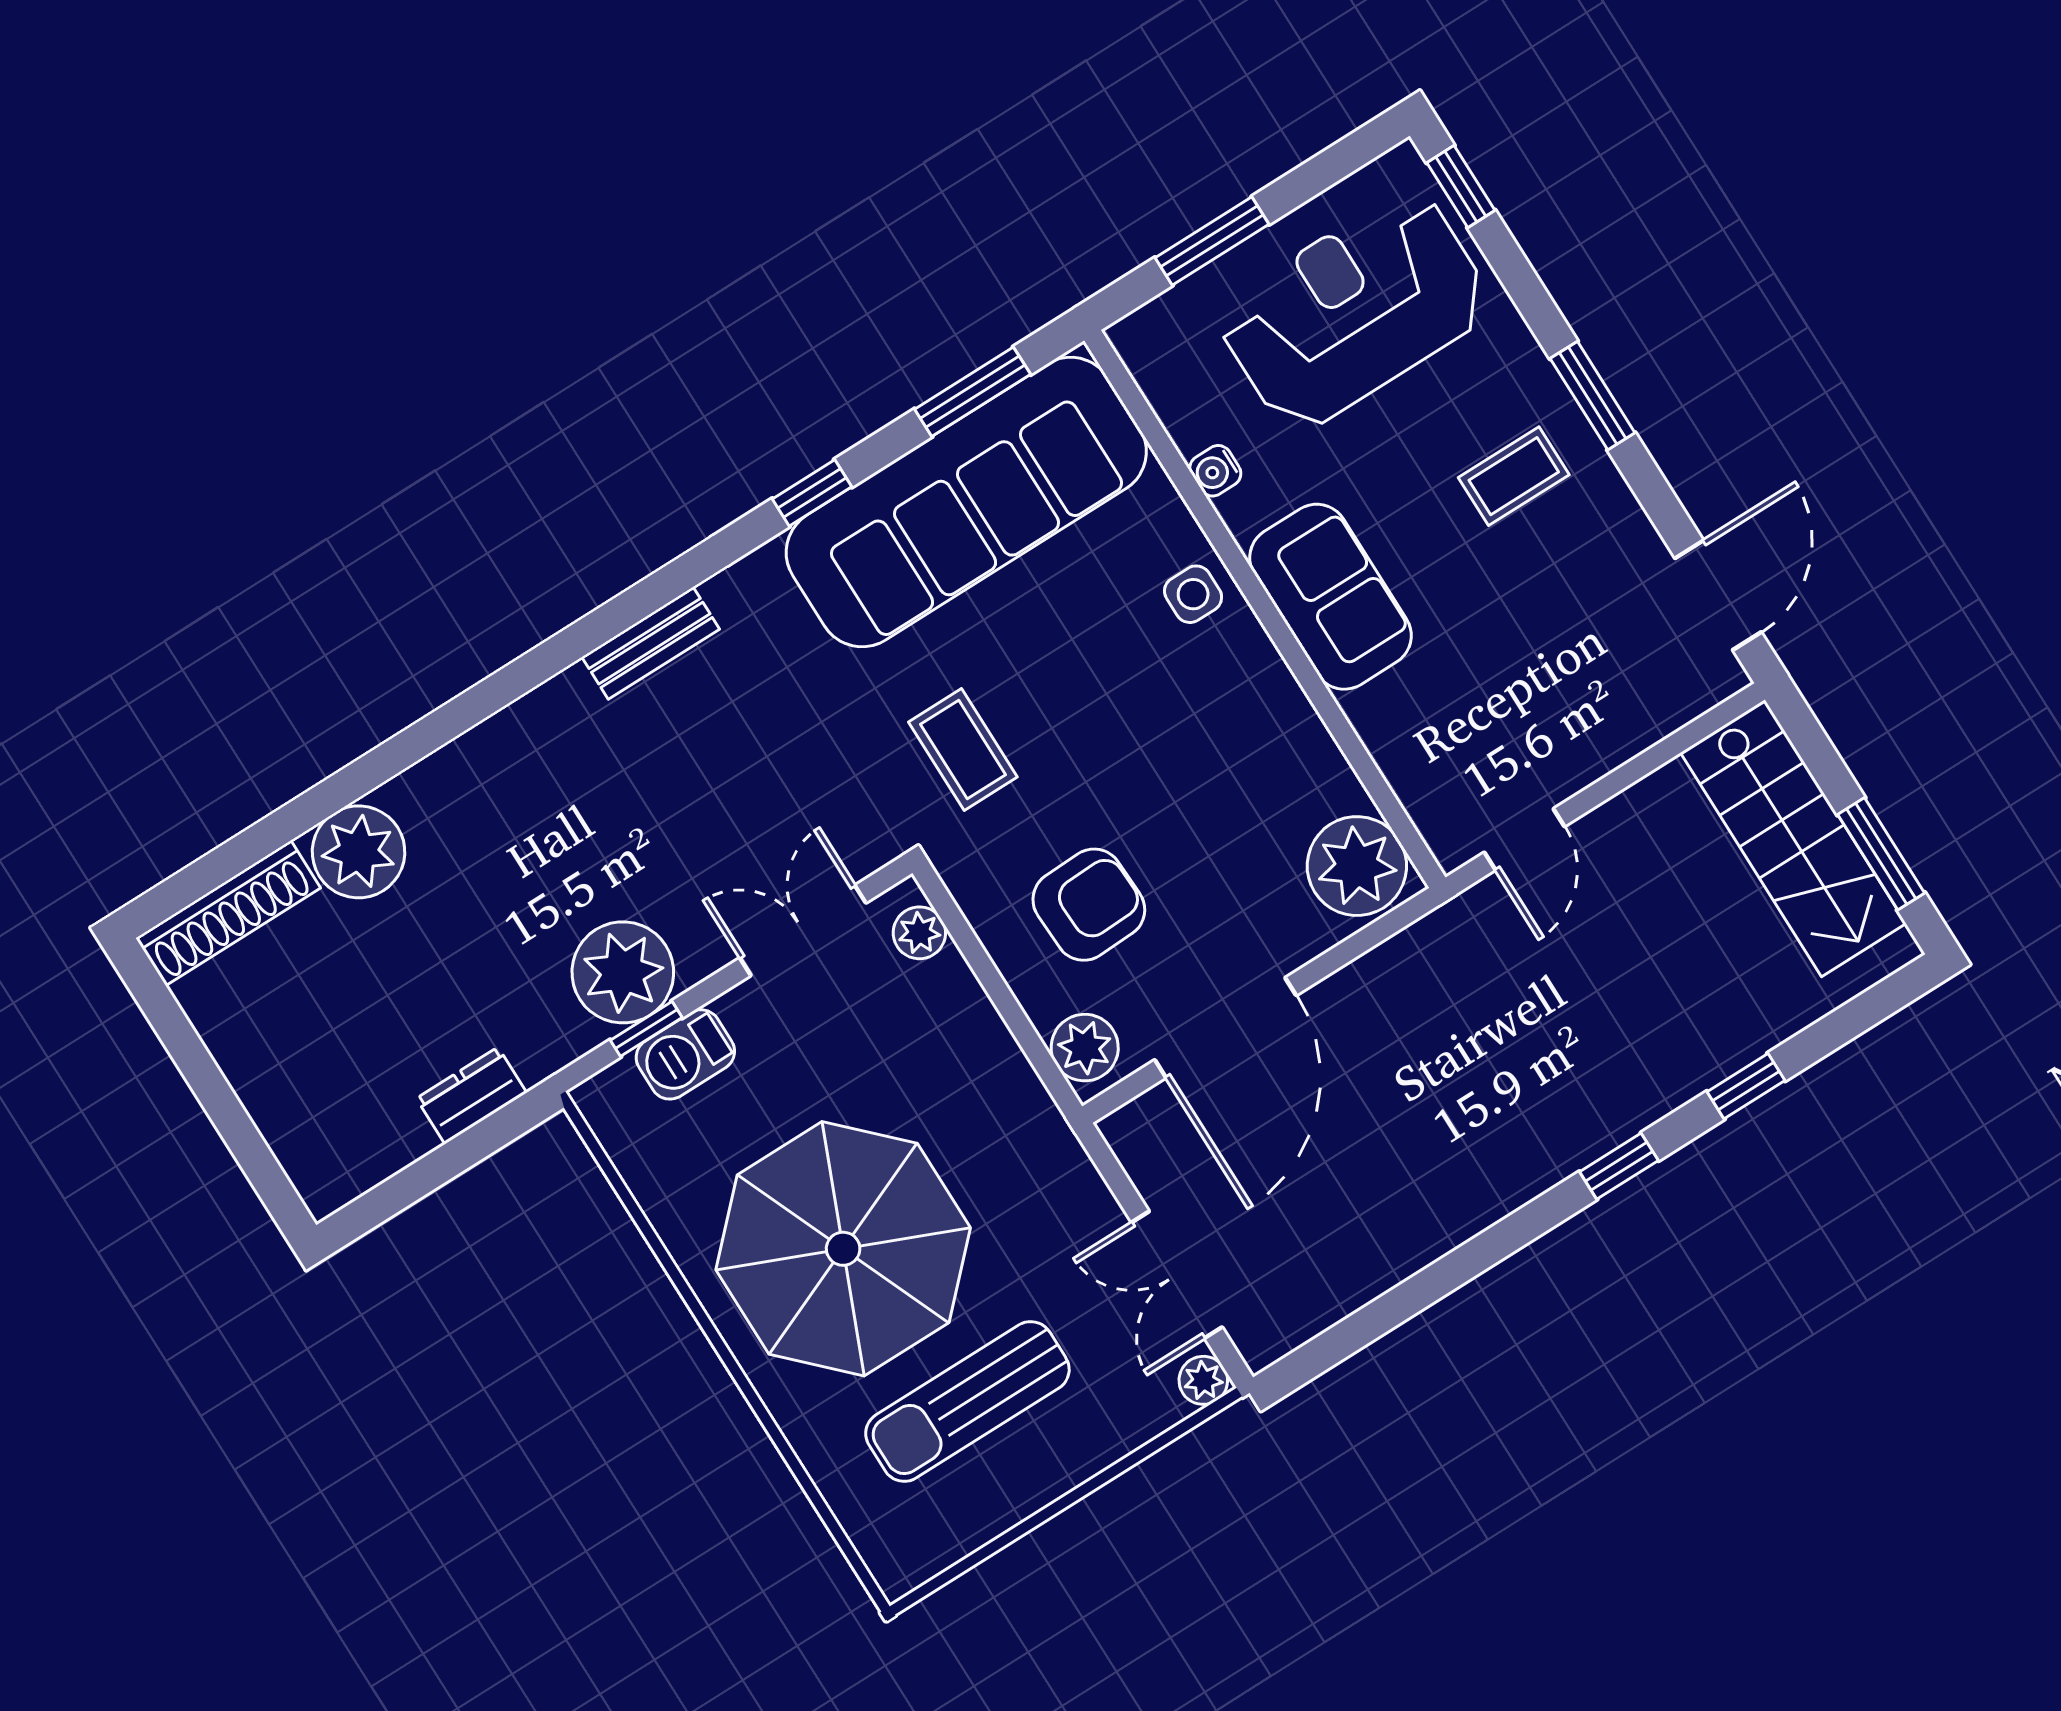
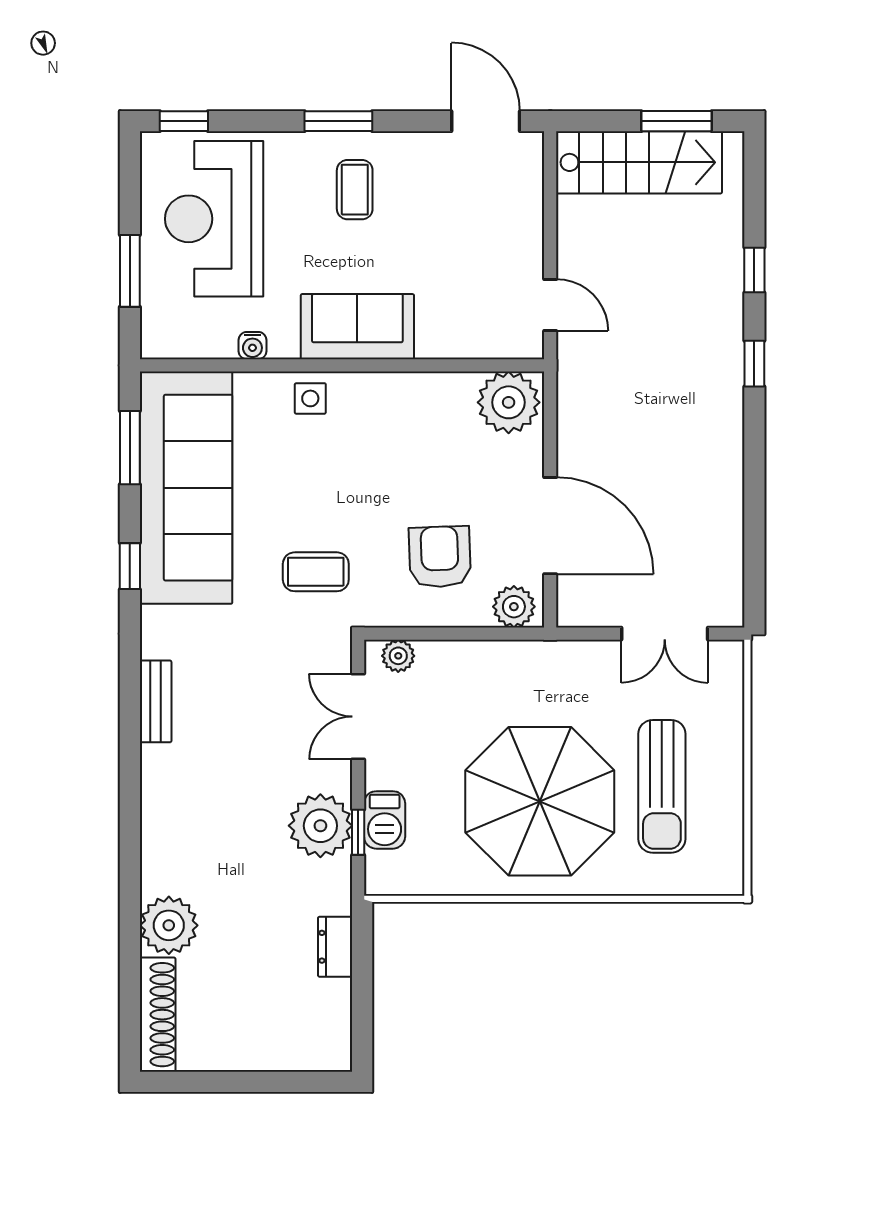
plant: (1203, 1380) -> (729, 655), removed

